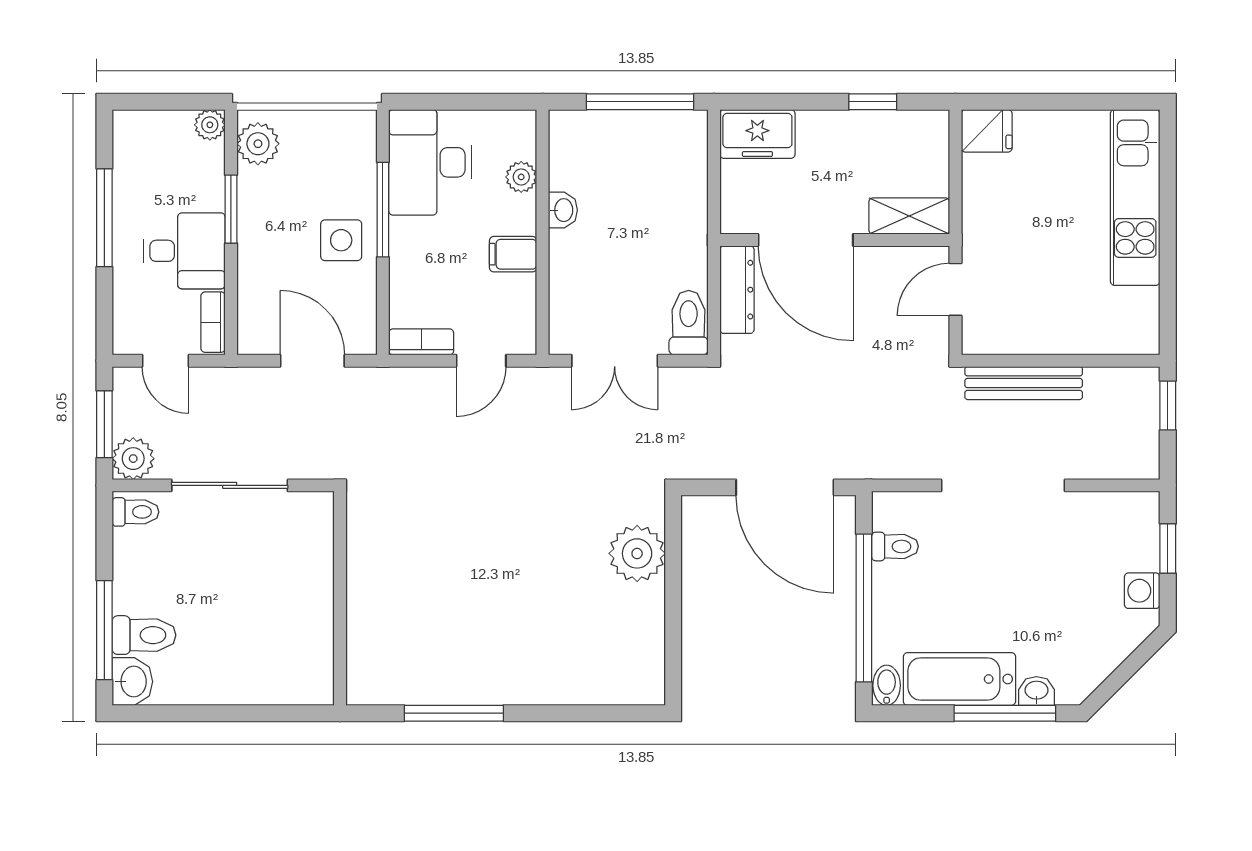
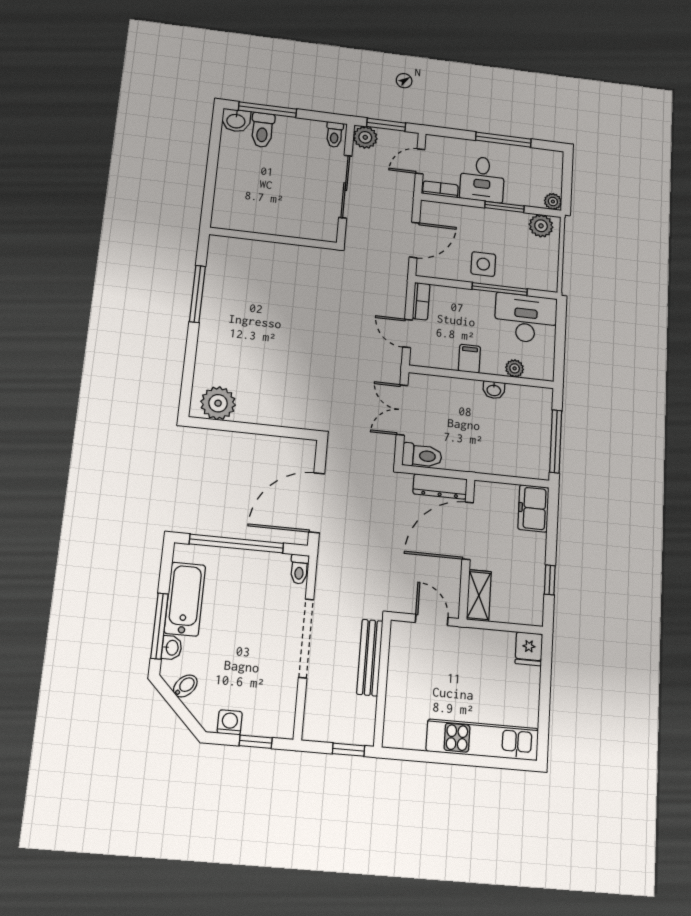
toilet: (895, 546) -> (299, 569), moved
plant: (637, 553) -> (218, 403), moved
bidet: (887, 685) -> (185, 686), moved, turned -45

